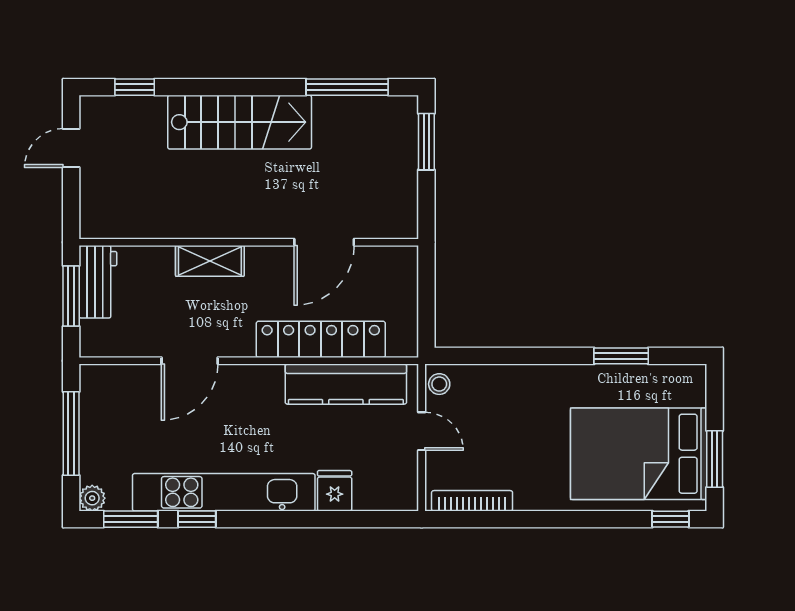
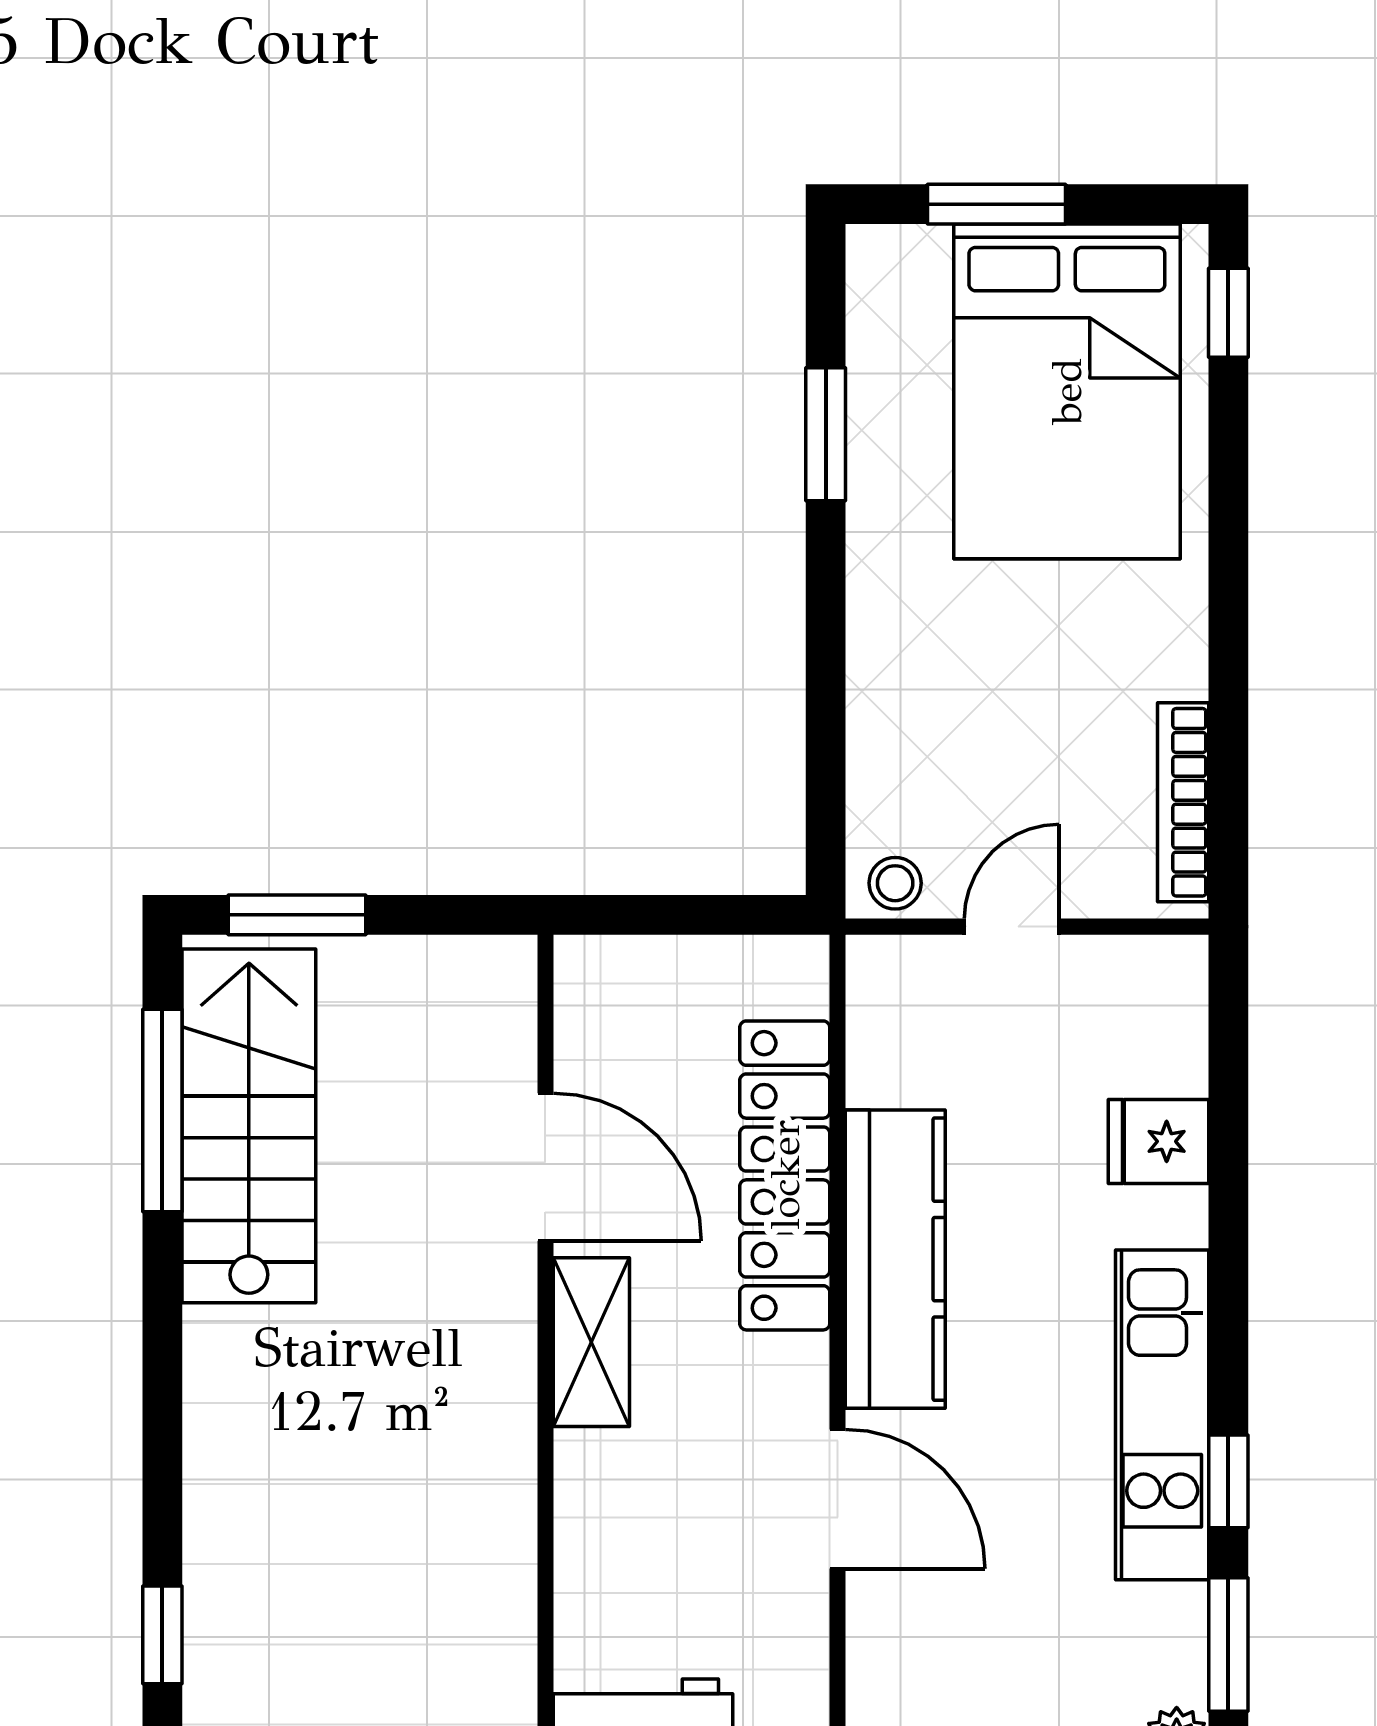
stairs: (240, 122) -> (249, 1126), moved
shelving: (210, 261) -> (591, 1342), moved
kitchen counter: (346, 384) -> (895, 1259), moved
window: (715, 459) -> (997, 204), moved
kitchen unit: (224, 492) -> (1162, 1415), width x0.73

